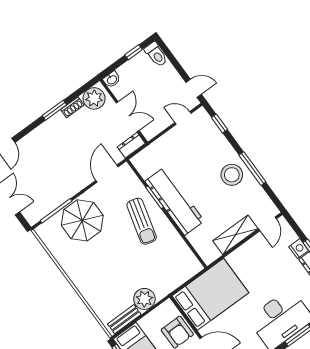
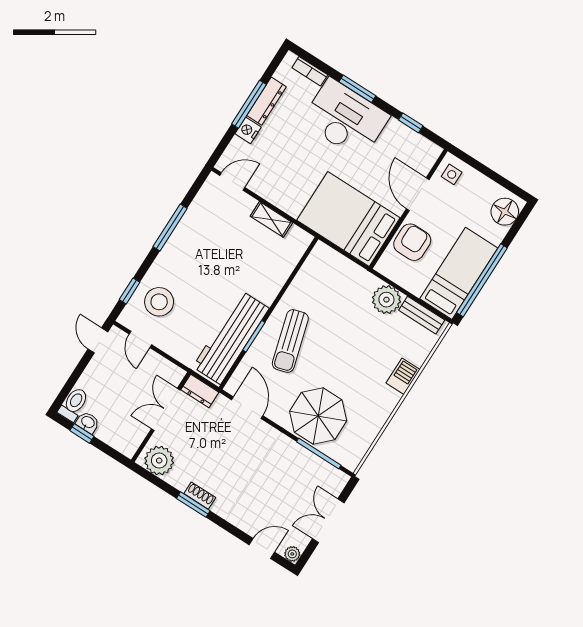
washbasin: (112, 80) -> (88, 422), moved
shoe rack: (72, 107) -> (200, 496), moved
door: (107, 174) -> (247, 408), swing flipped
stool: (232, 175) -> (159, 302), moved
workbench: (175, 201) -> (231, 338), moved
sun lounger: (142, 221) -> (290, 341), turned 149
shelving: (235, 235) -> (271, 219), width x0.67, depth x0.75
barbecue: (87, 290) -> (403, 376), added

